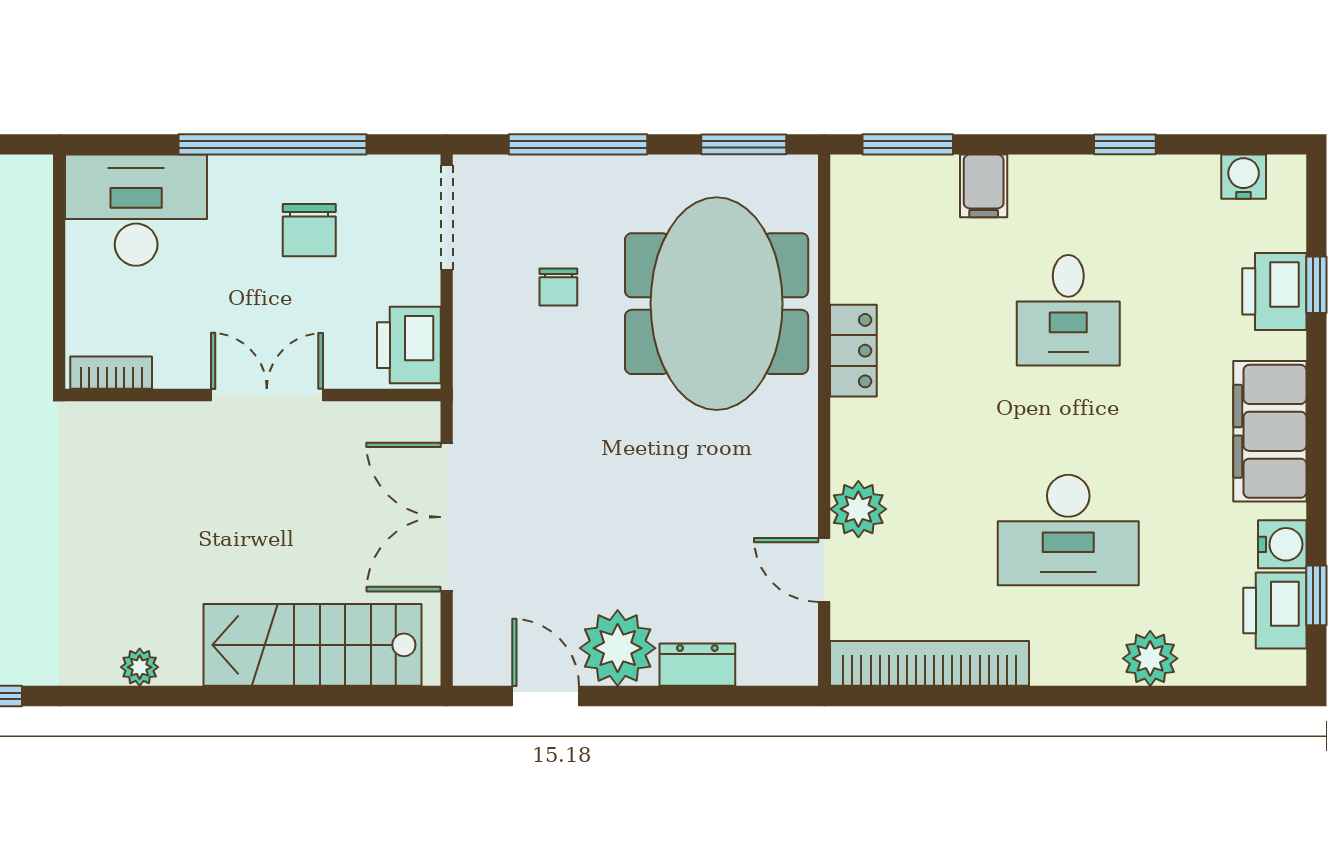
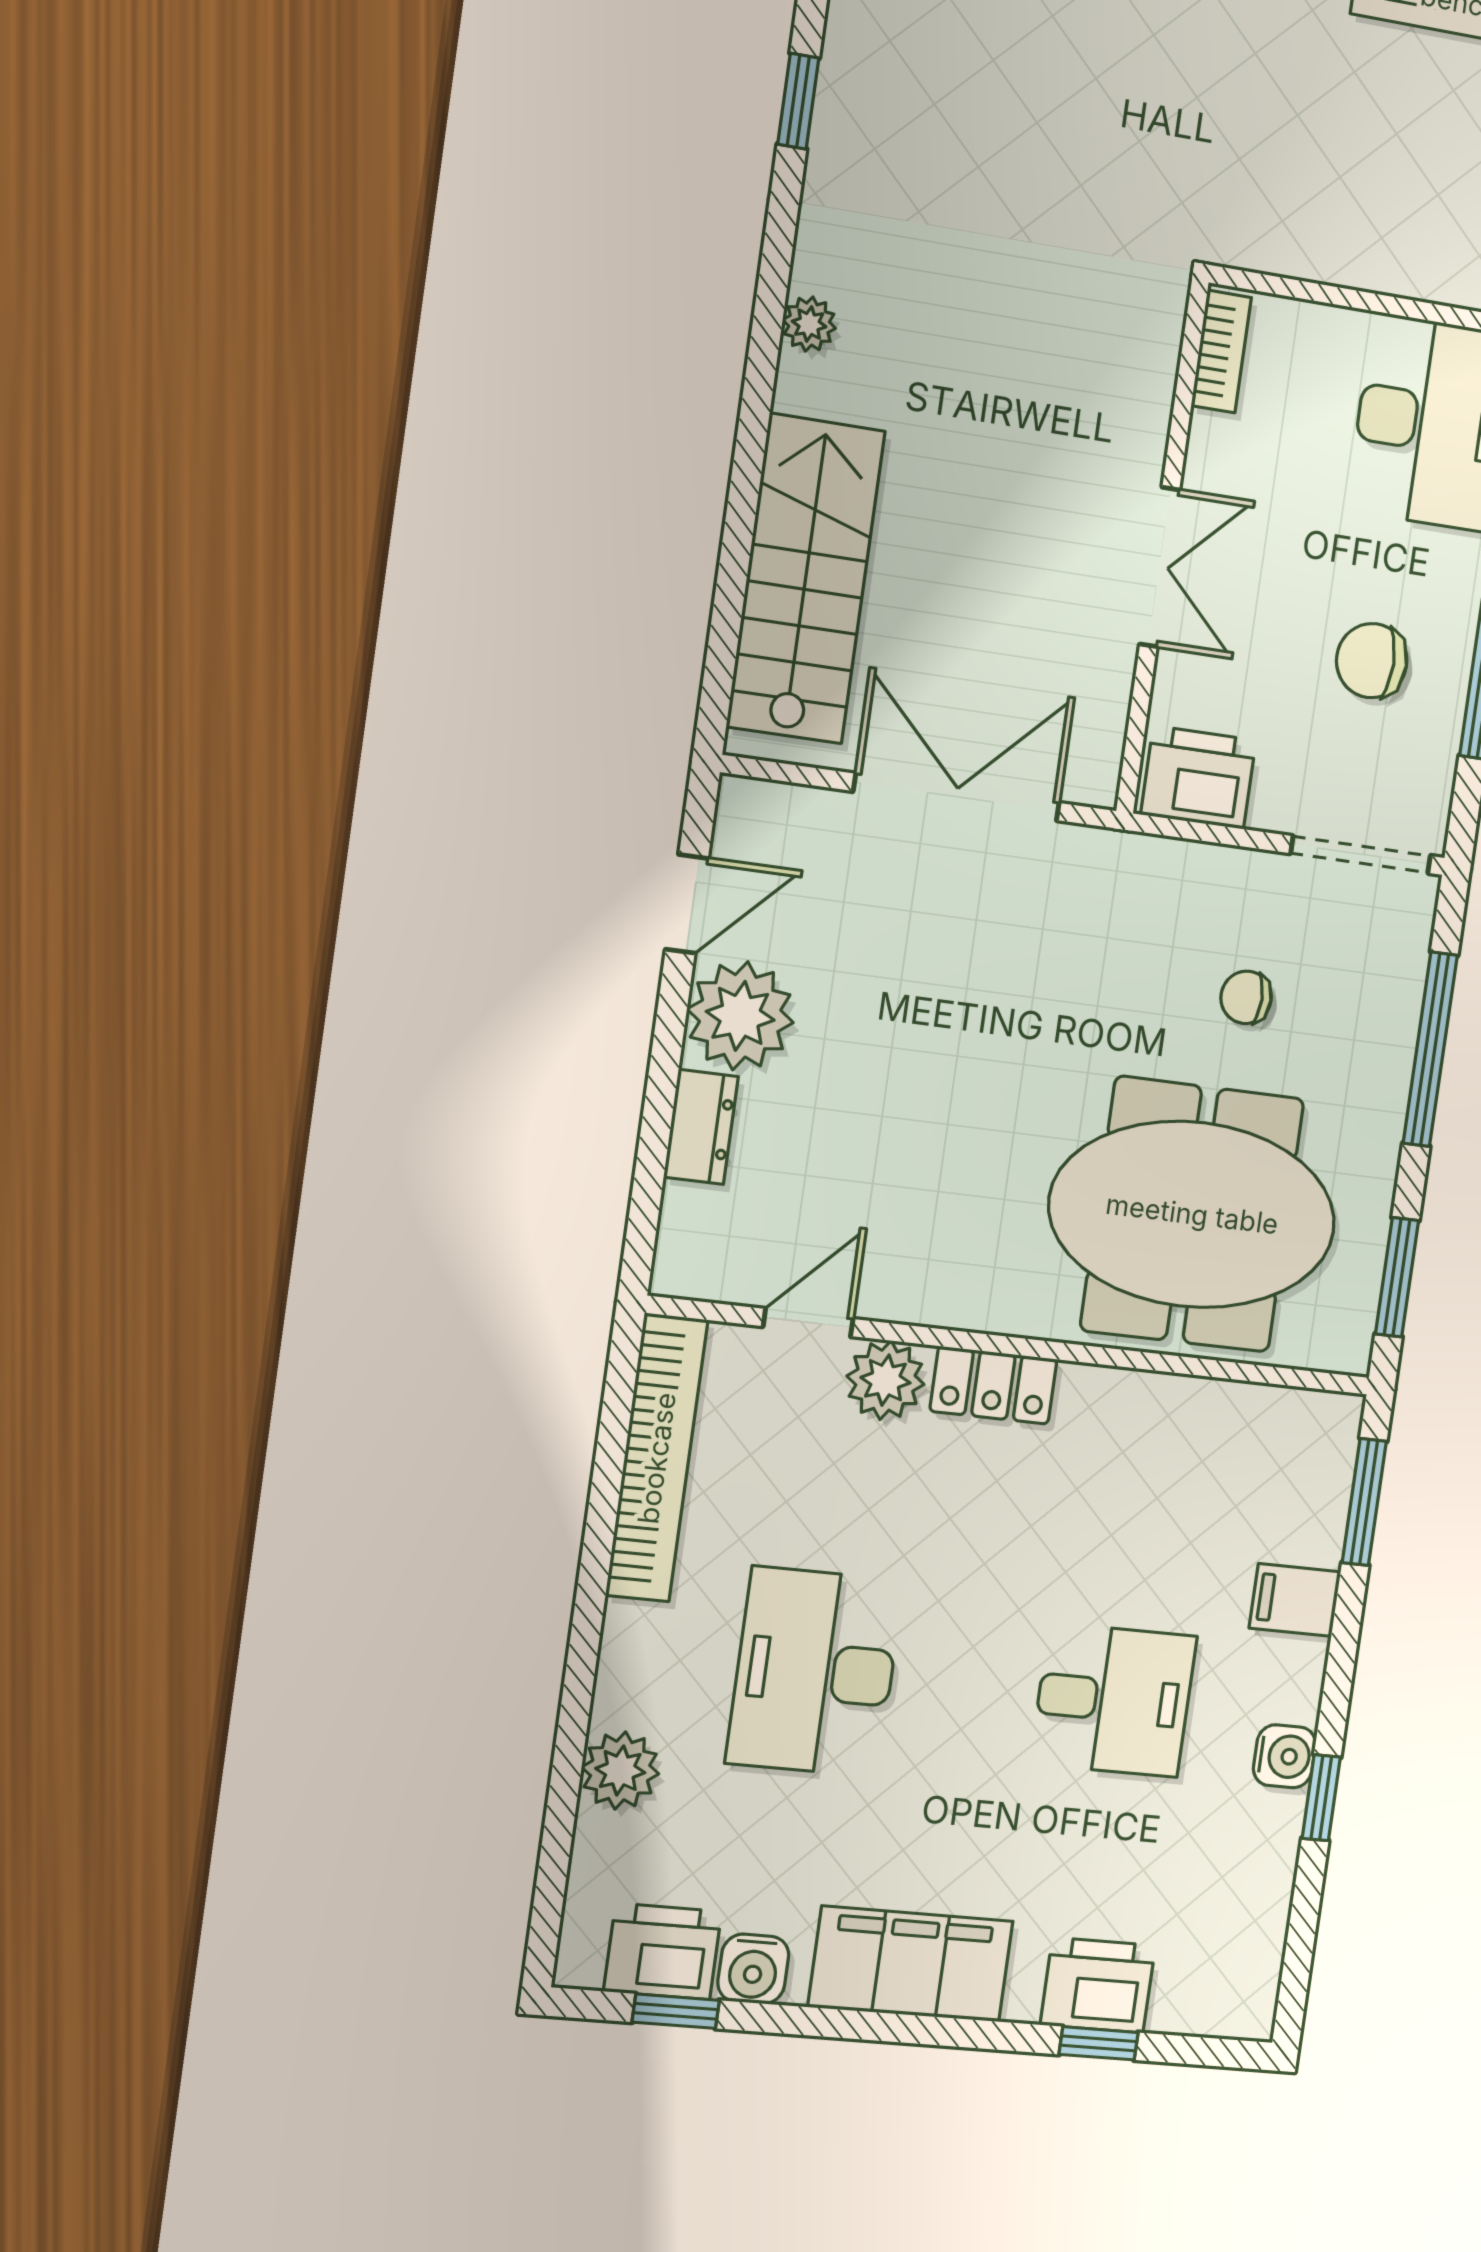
water cooler: (1244, 177) -> (1285, 1756), moved
desk: (1068, 310) -> (1113, 1700), turned 180
locker: (853, 351) -> (993, 1385), moved

